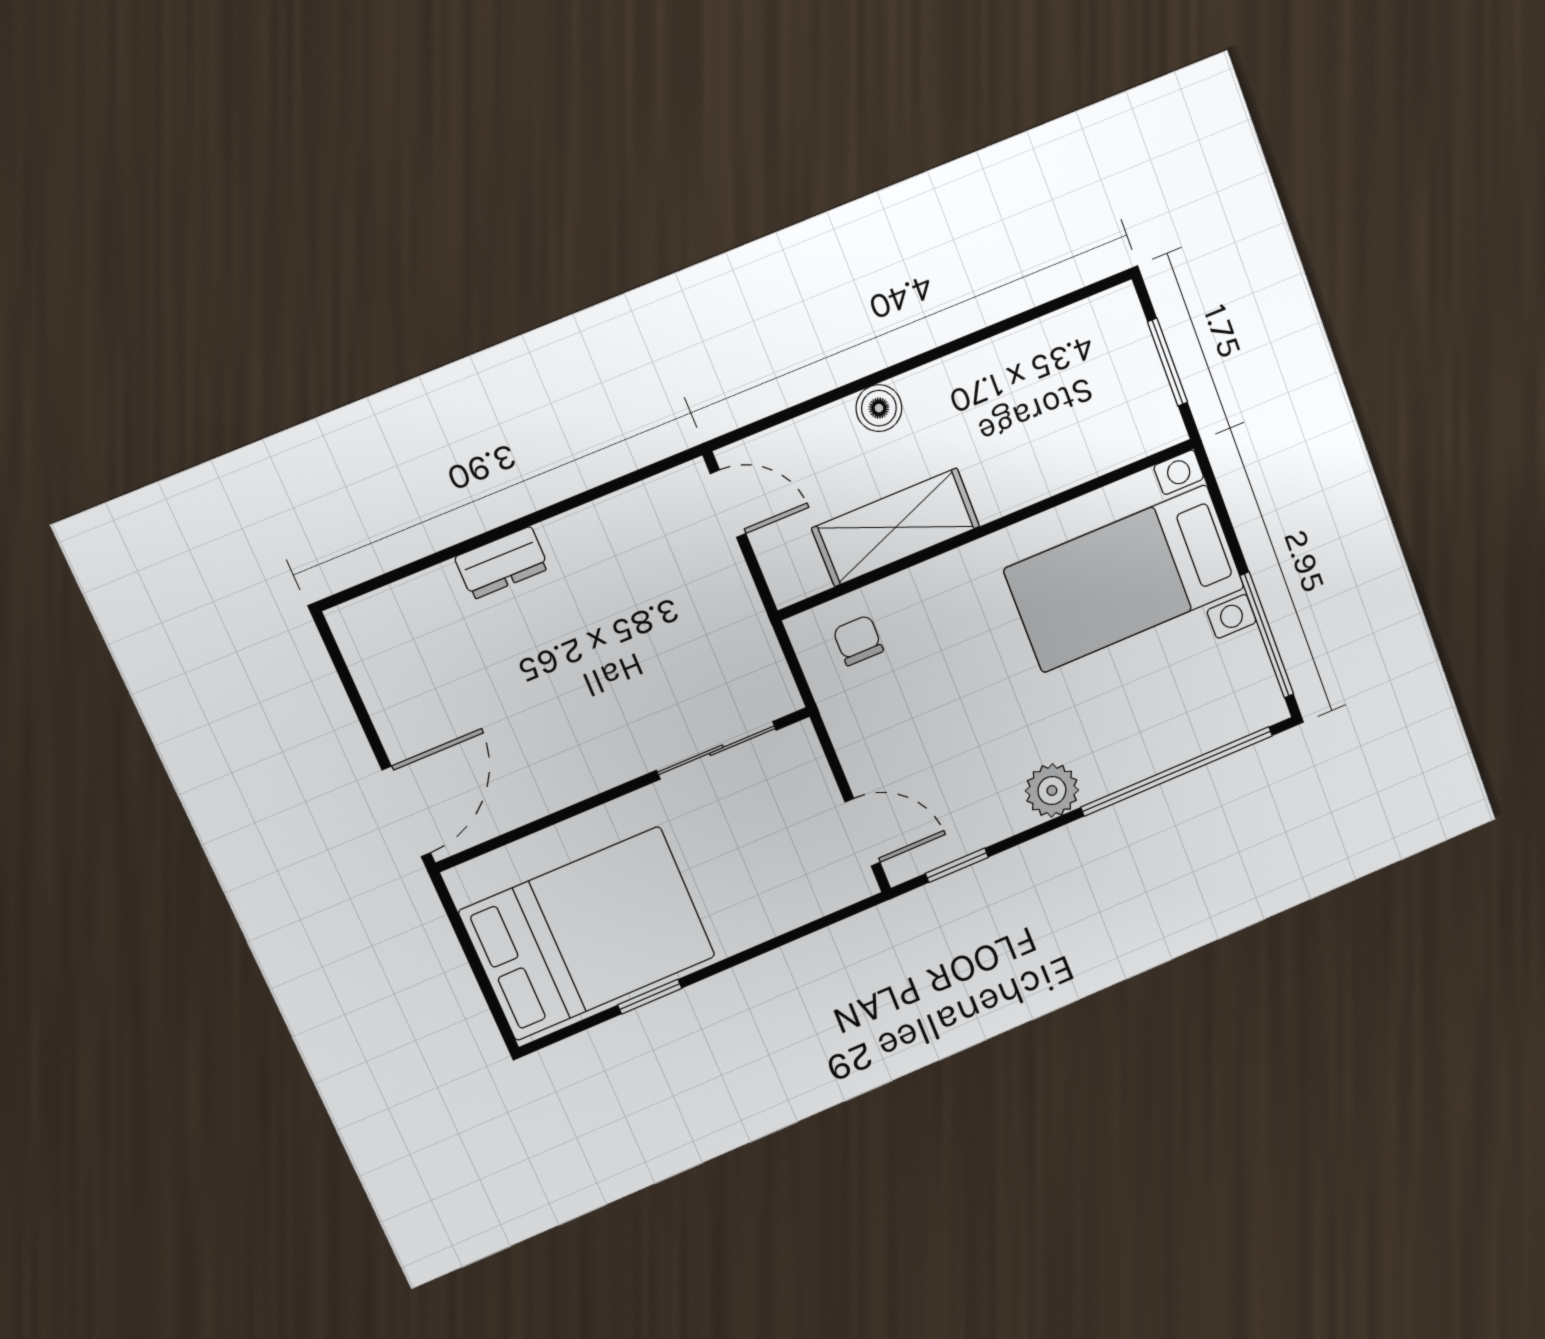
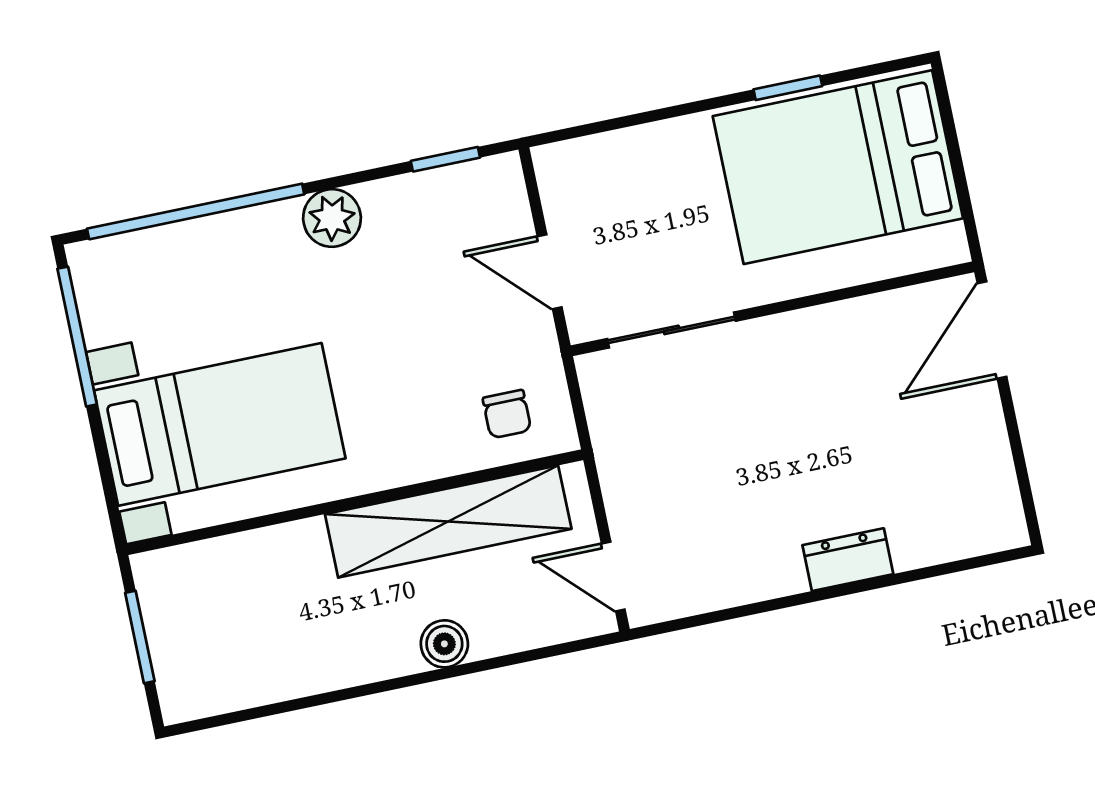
shelving: (896, 527) -> (448, 522), width x1.47
door: (863, 832) -> (550, 272), moved

